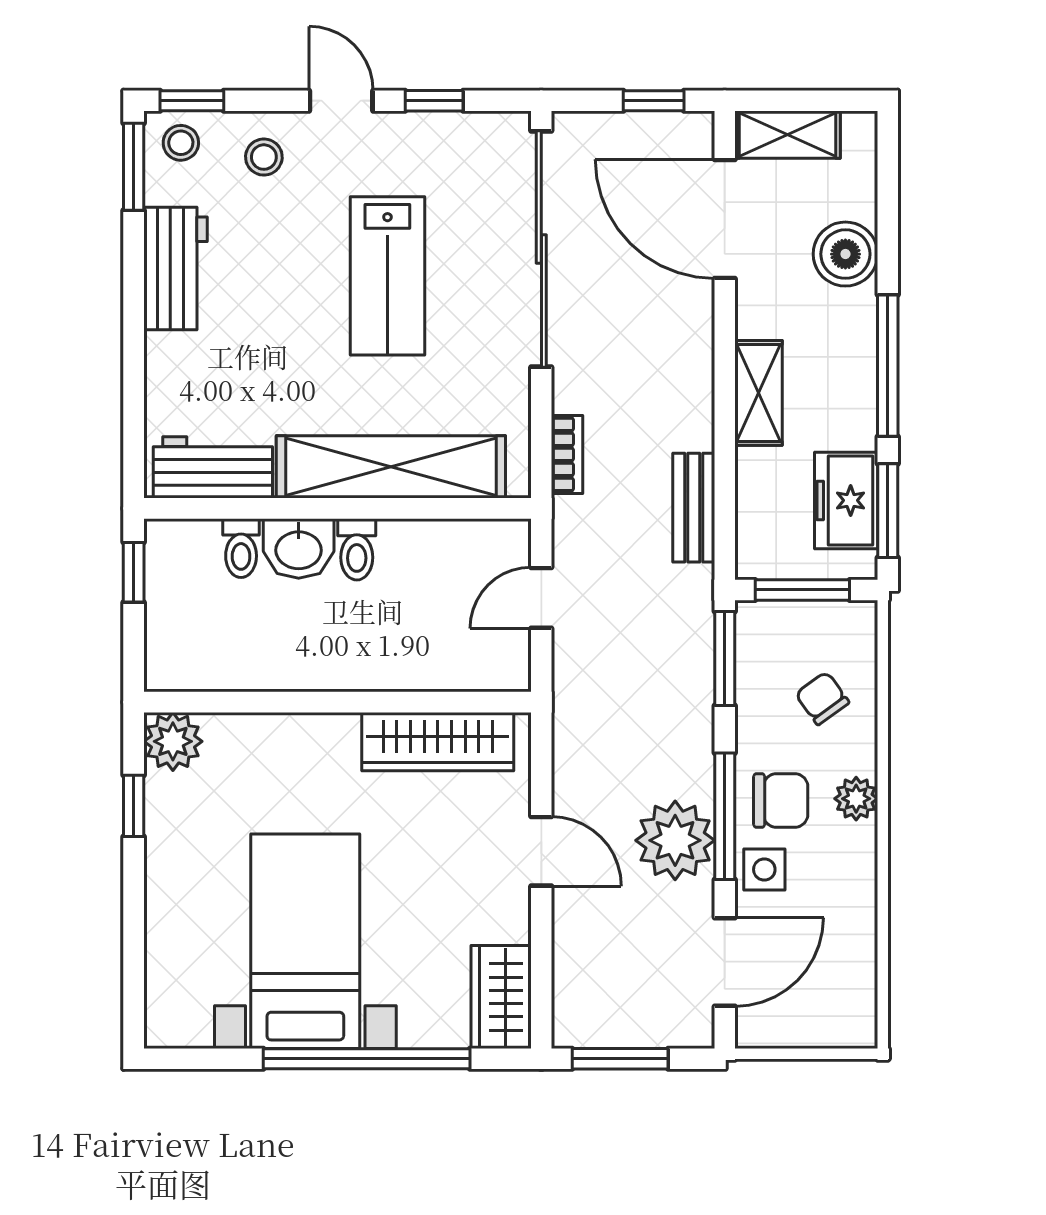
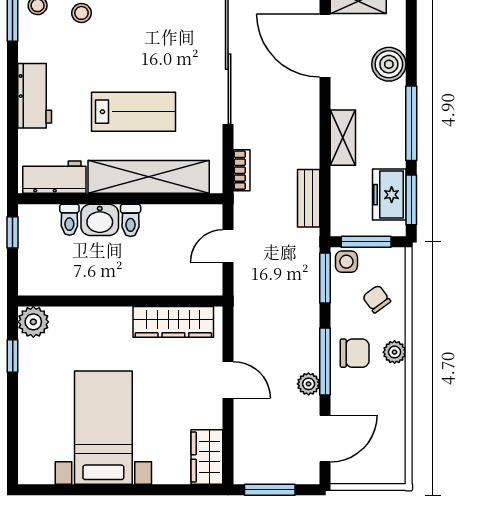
workbench: (175, 268) -> (35, 96), moved
lab bench: (387, 276) -> (133, 112), moved, turned -90
plant: (675, 840) -> (309, 384), width x0.53, depth x0.53
side table: (764, 870) -> (346, 262), moved
window: (367, 1059) -> (136, 490), removed

